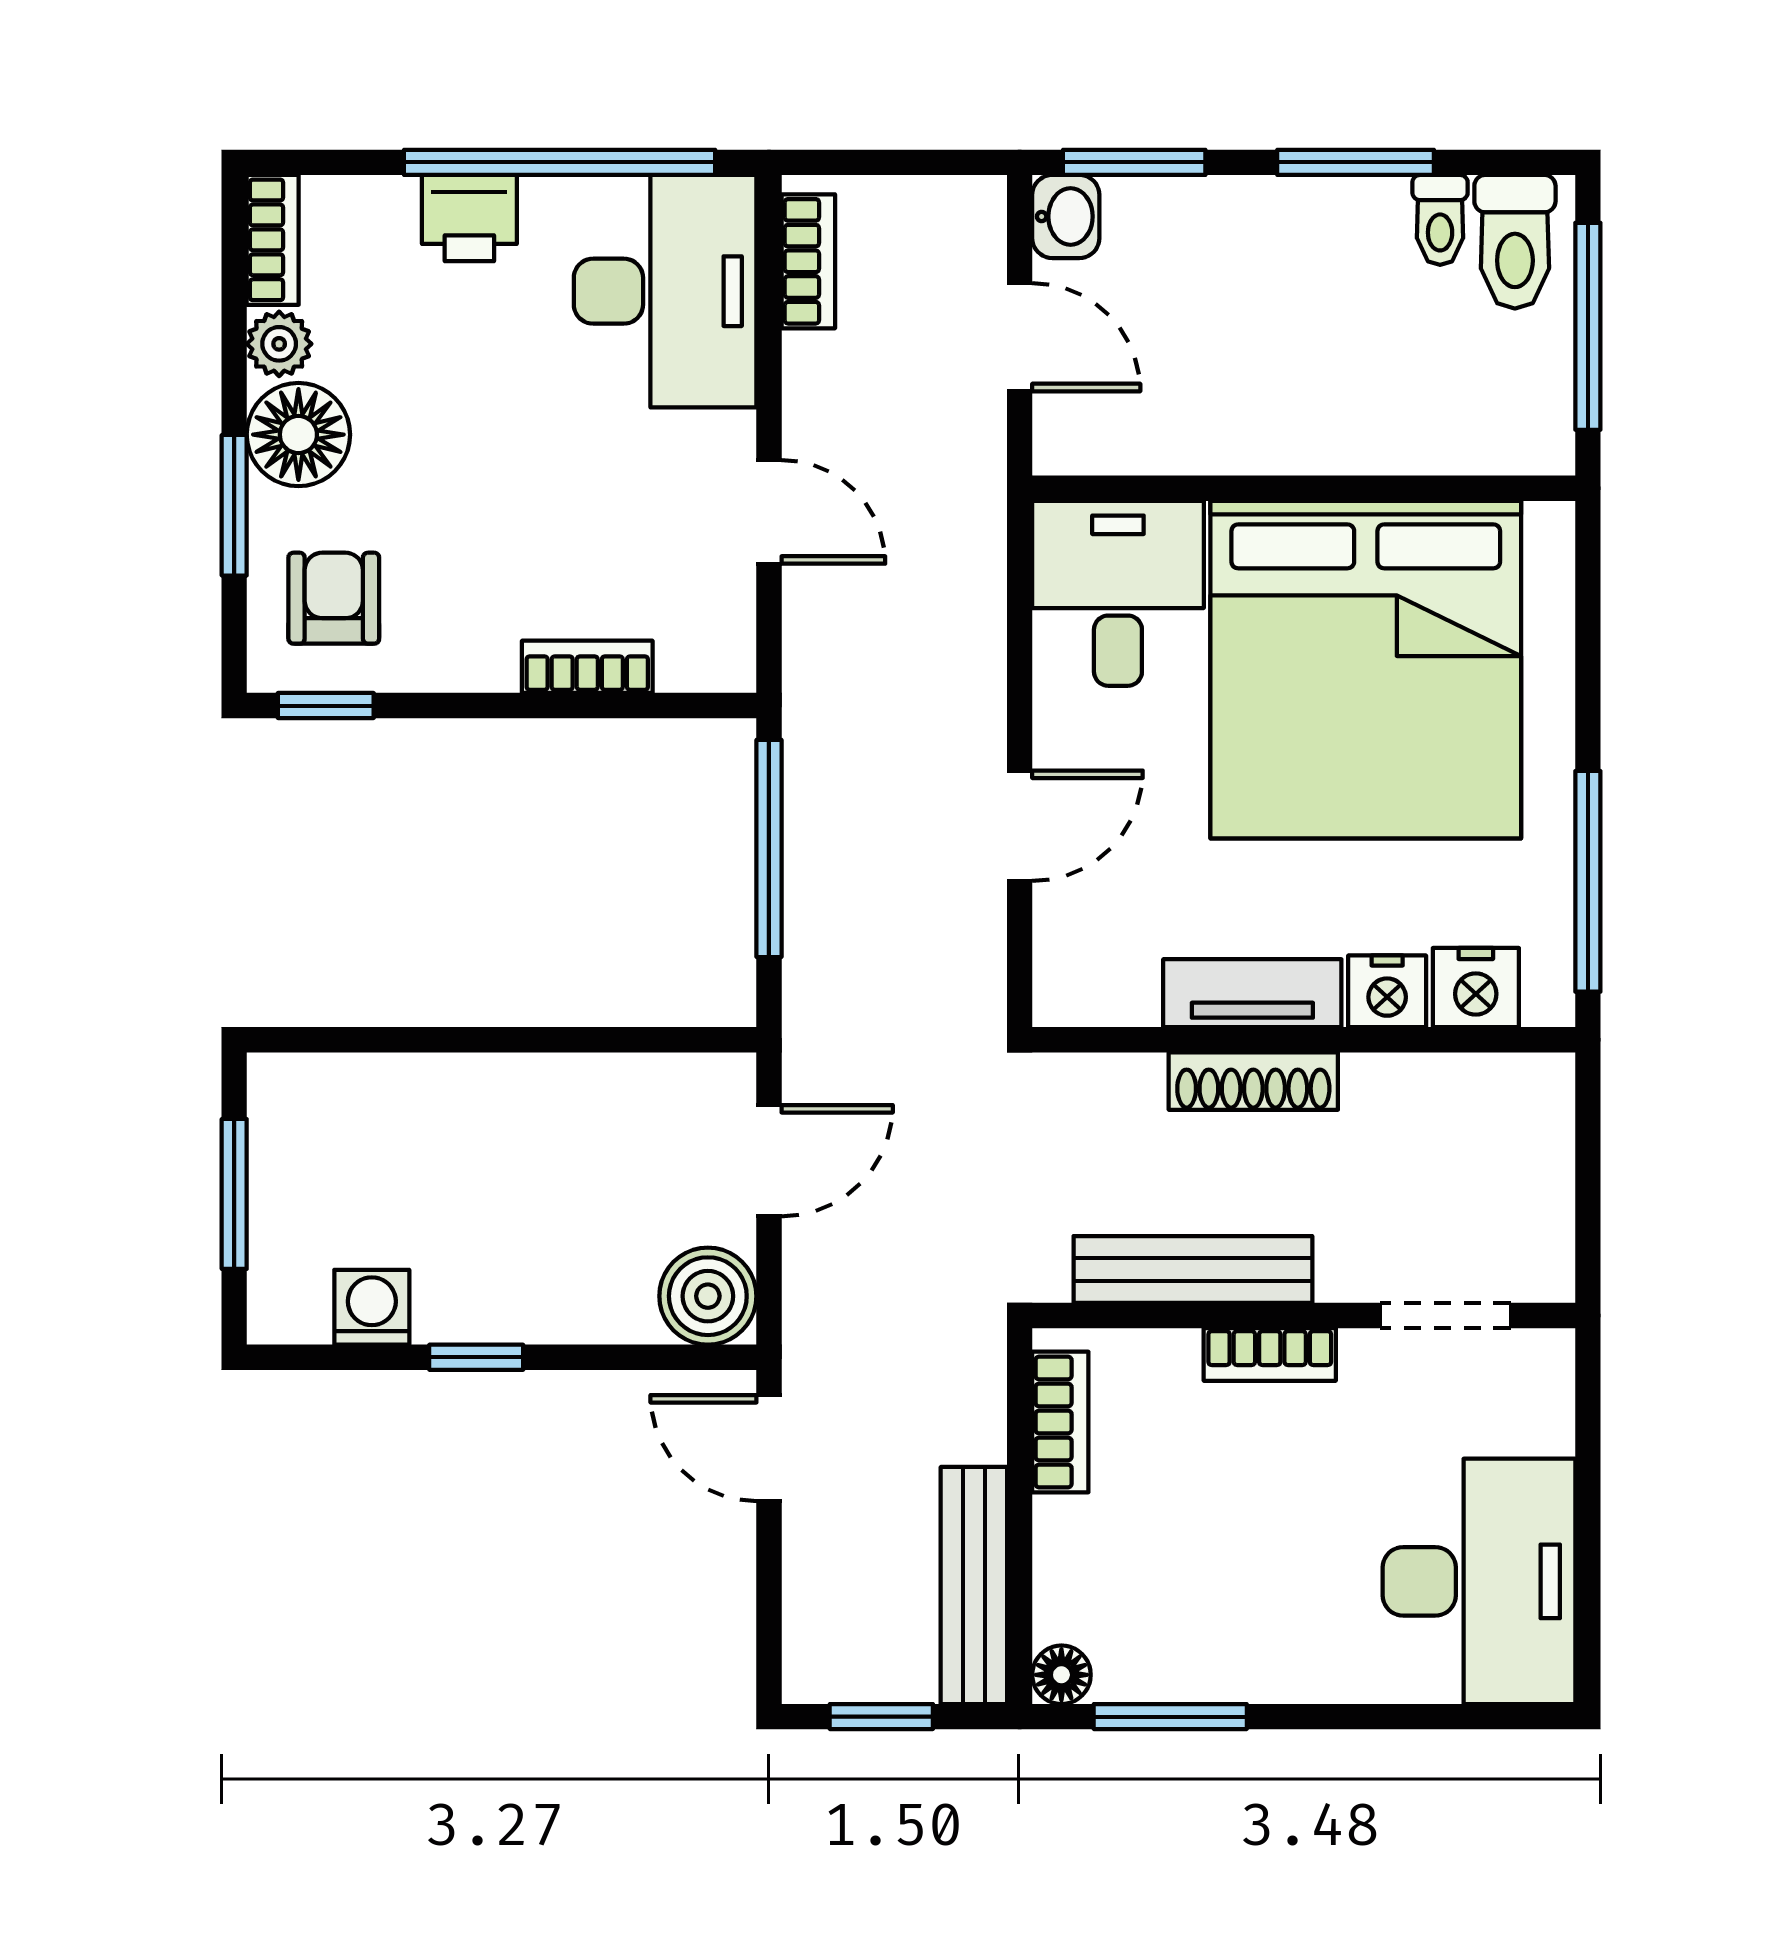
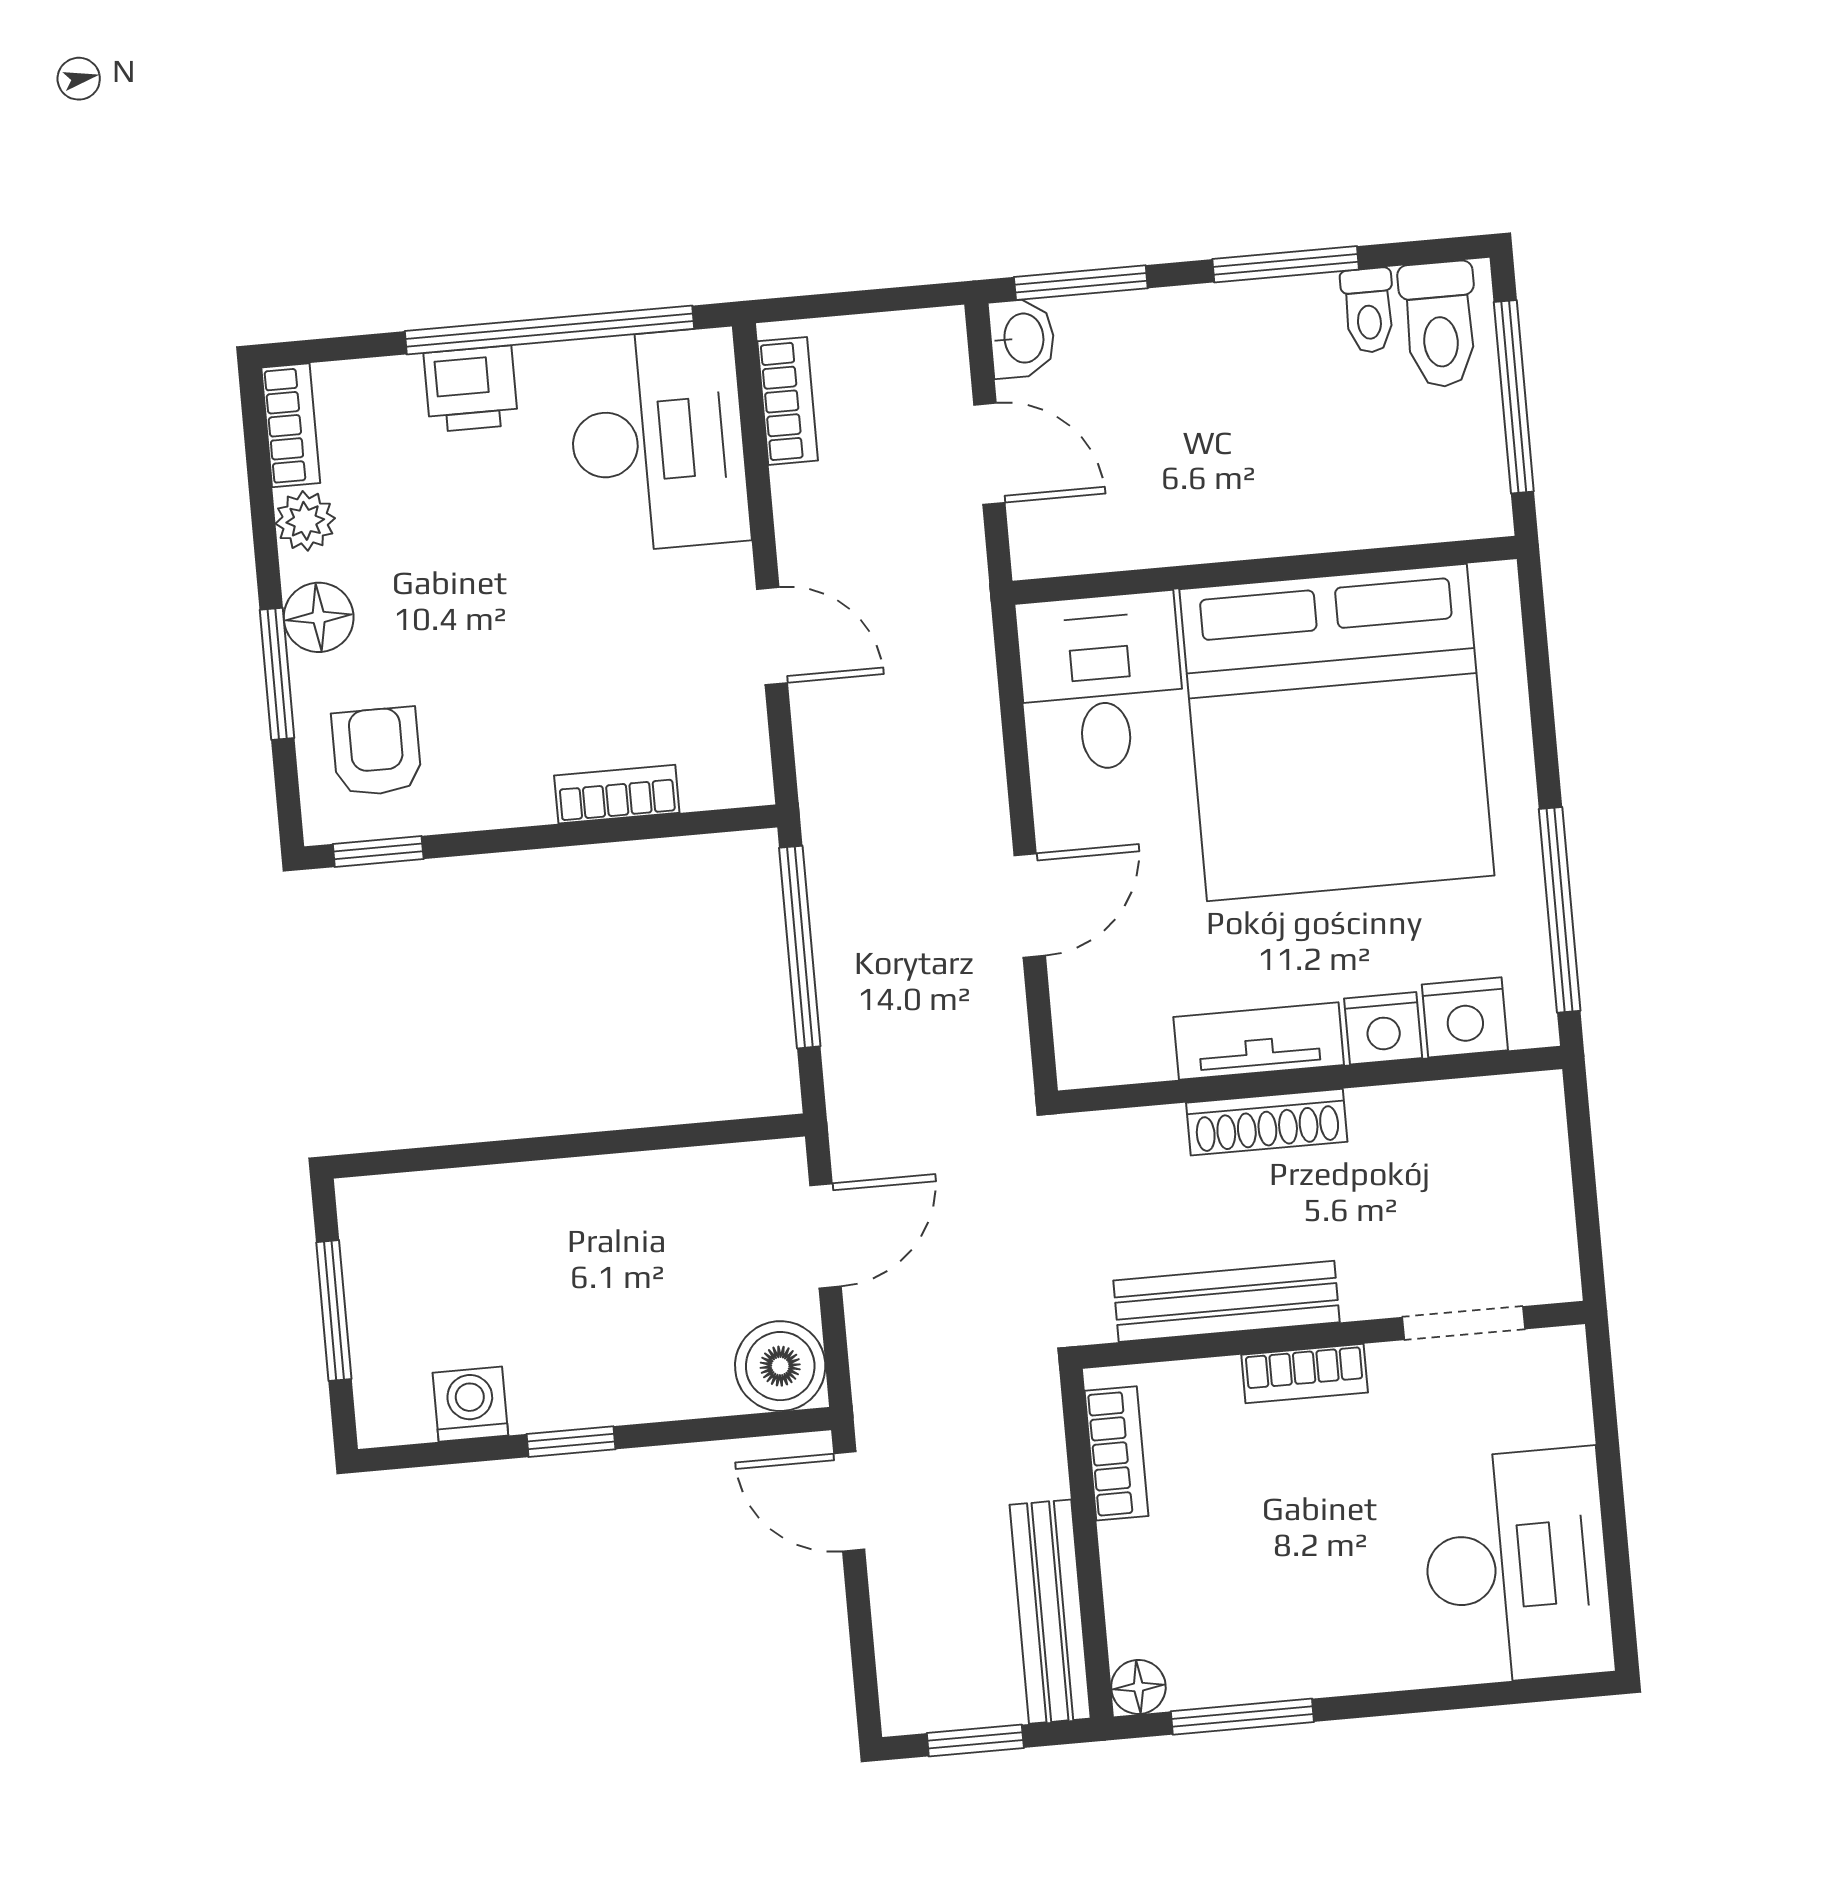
floor lamp: (298, 435) -> (319, 617), width x0.73, depth x0.73

